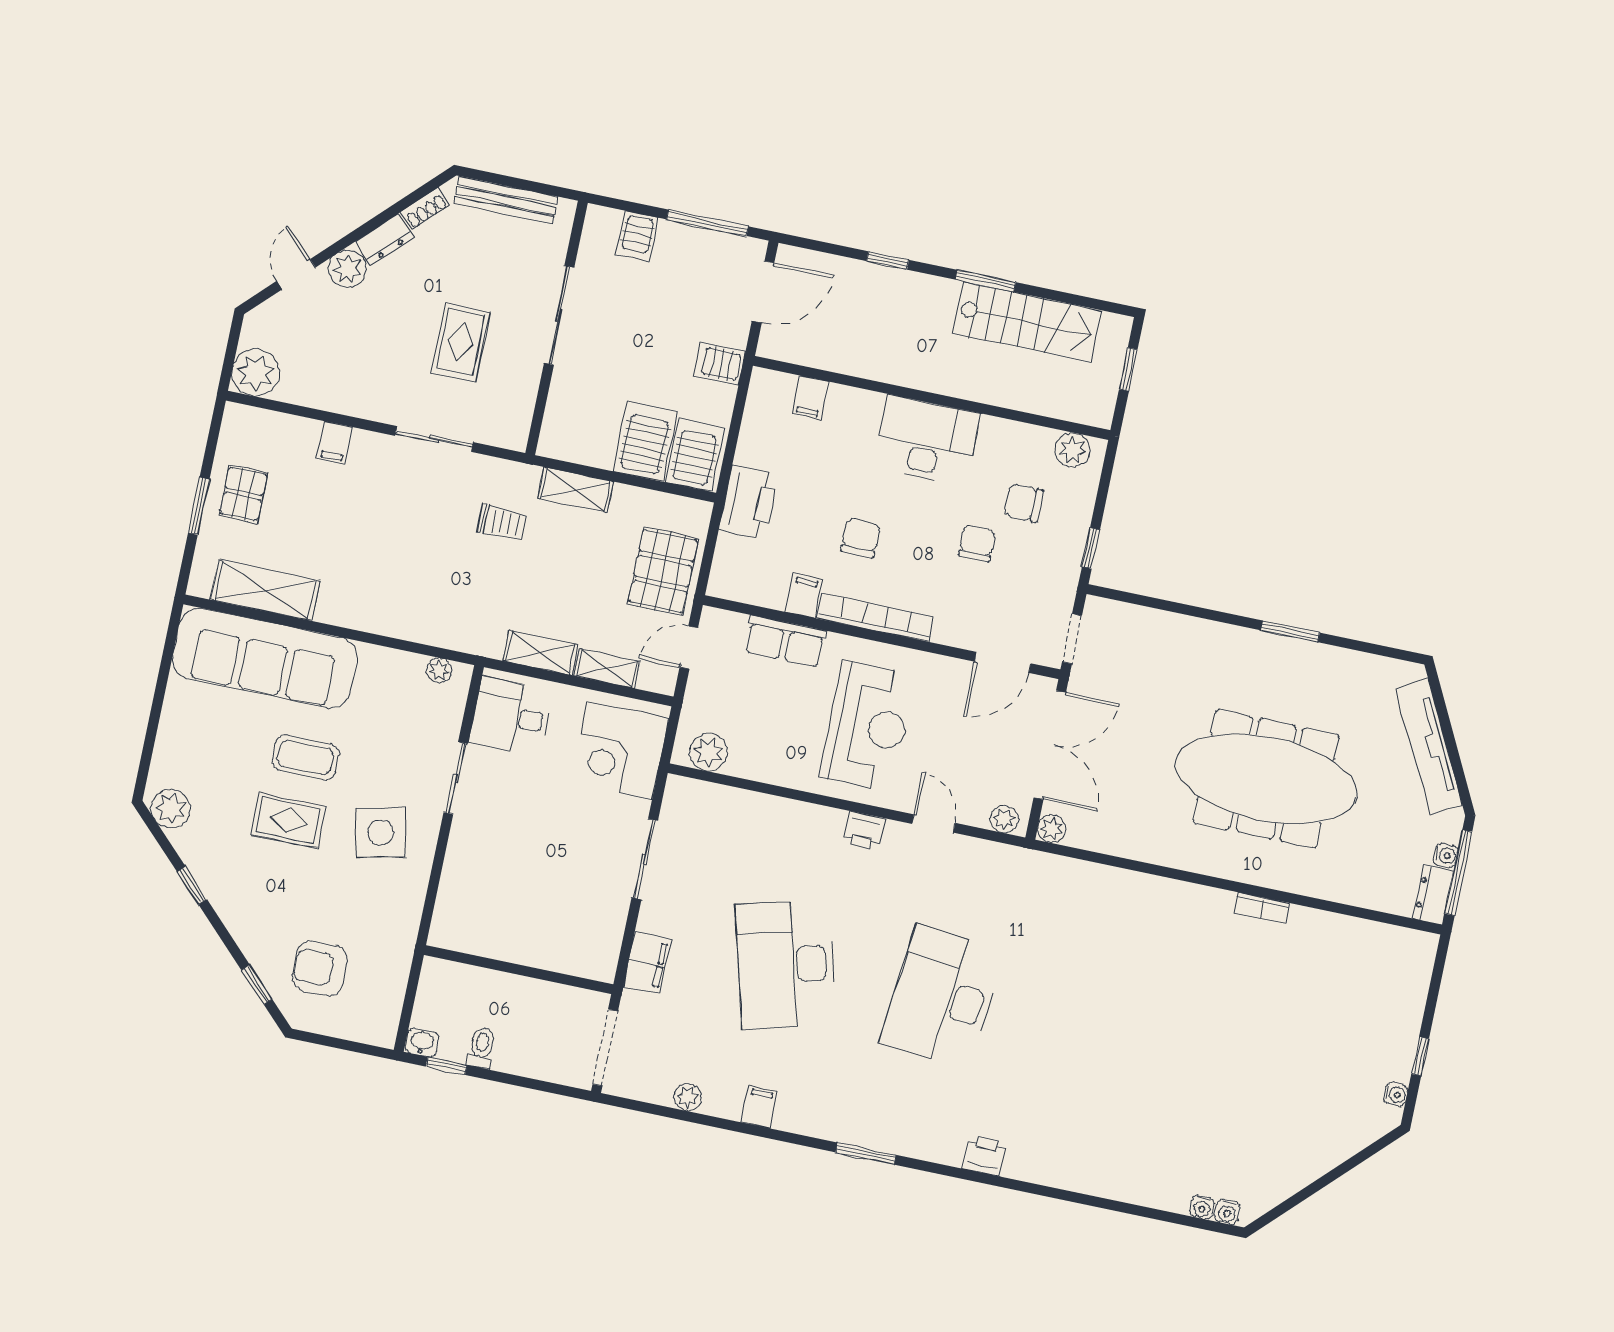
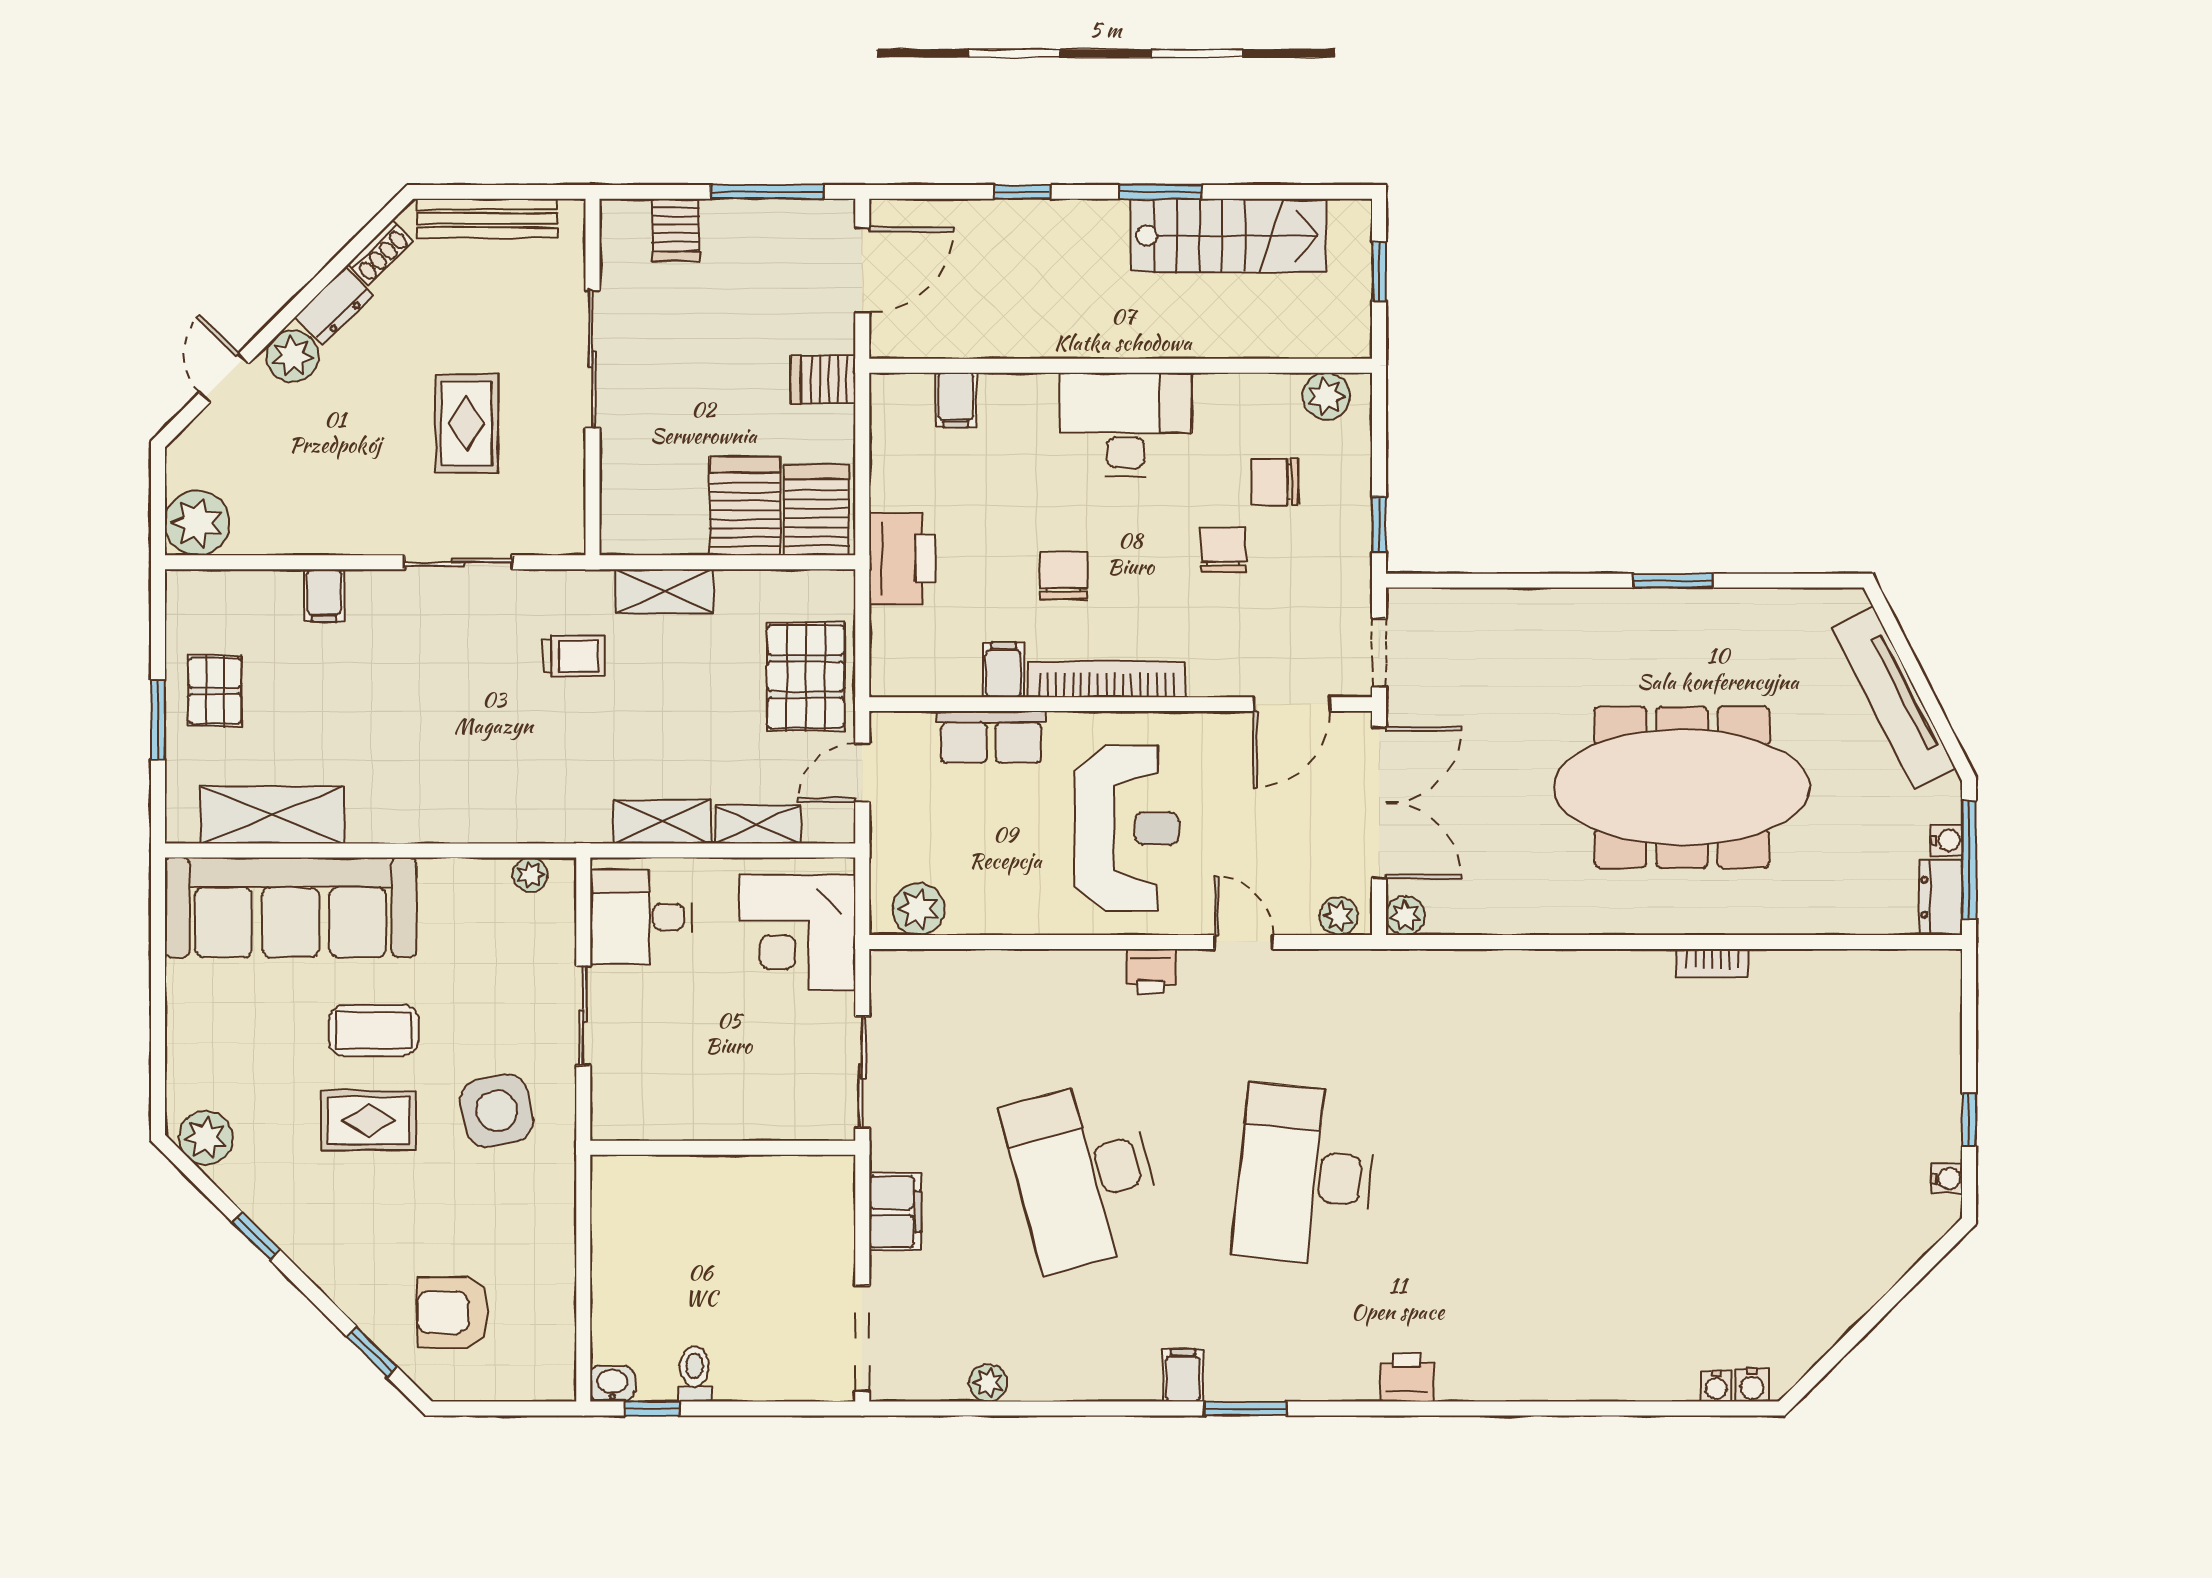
wall: (519, 970) -> (723, 1148), moved
filing cabinet: (759, 1107) -> (1183, 1375), moved

